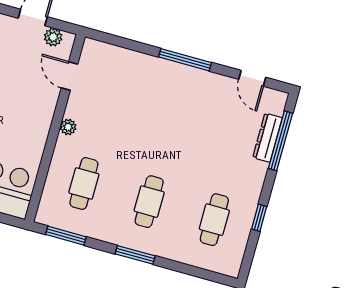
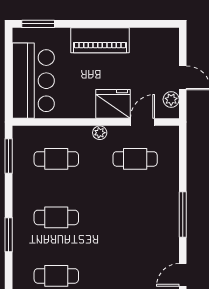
cafe table: (108, 96) -> (135, 159), added
fridge: (40, 103) -> (113, 104), added
window: (135, 255) -> (9, 235), moved

